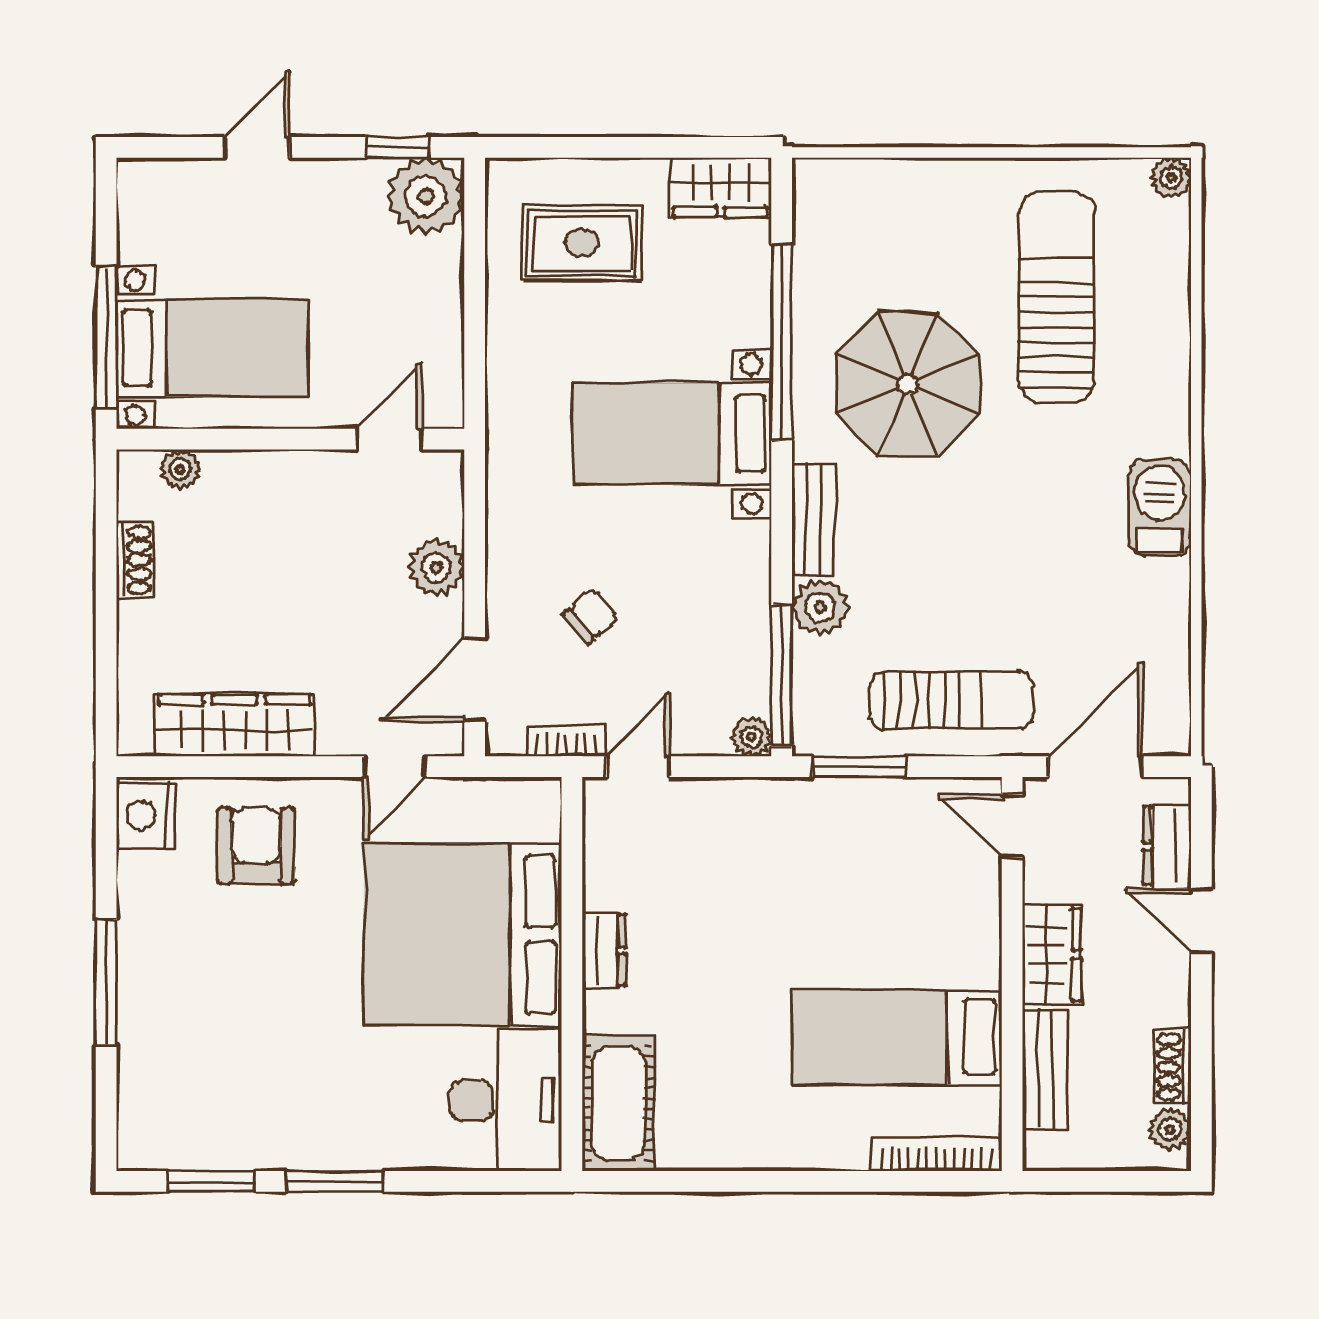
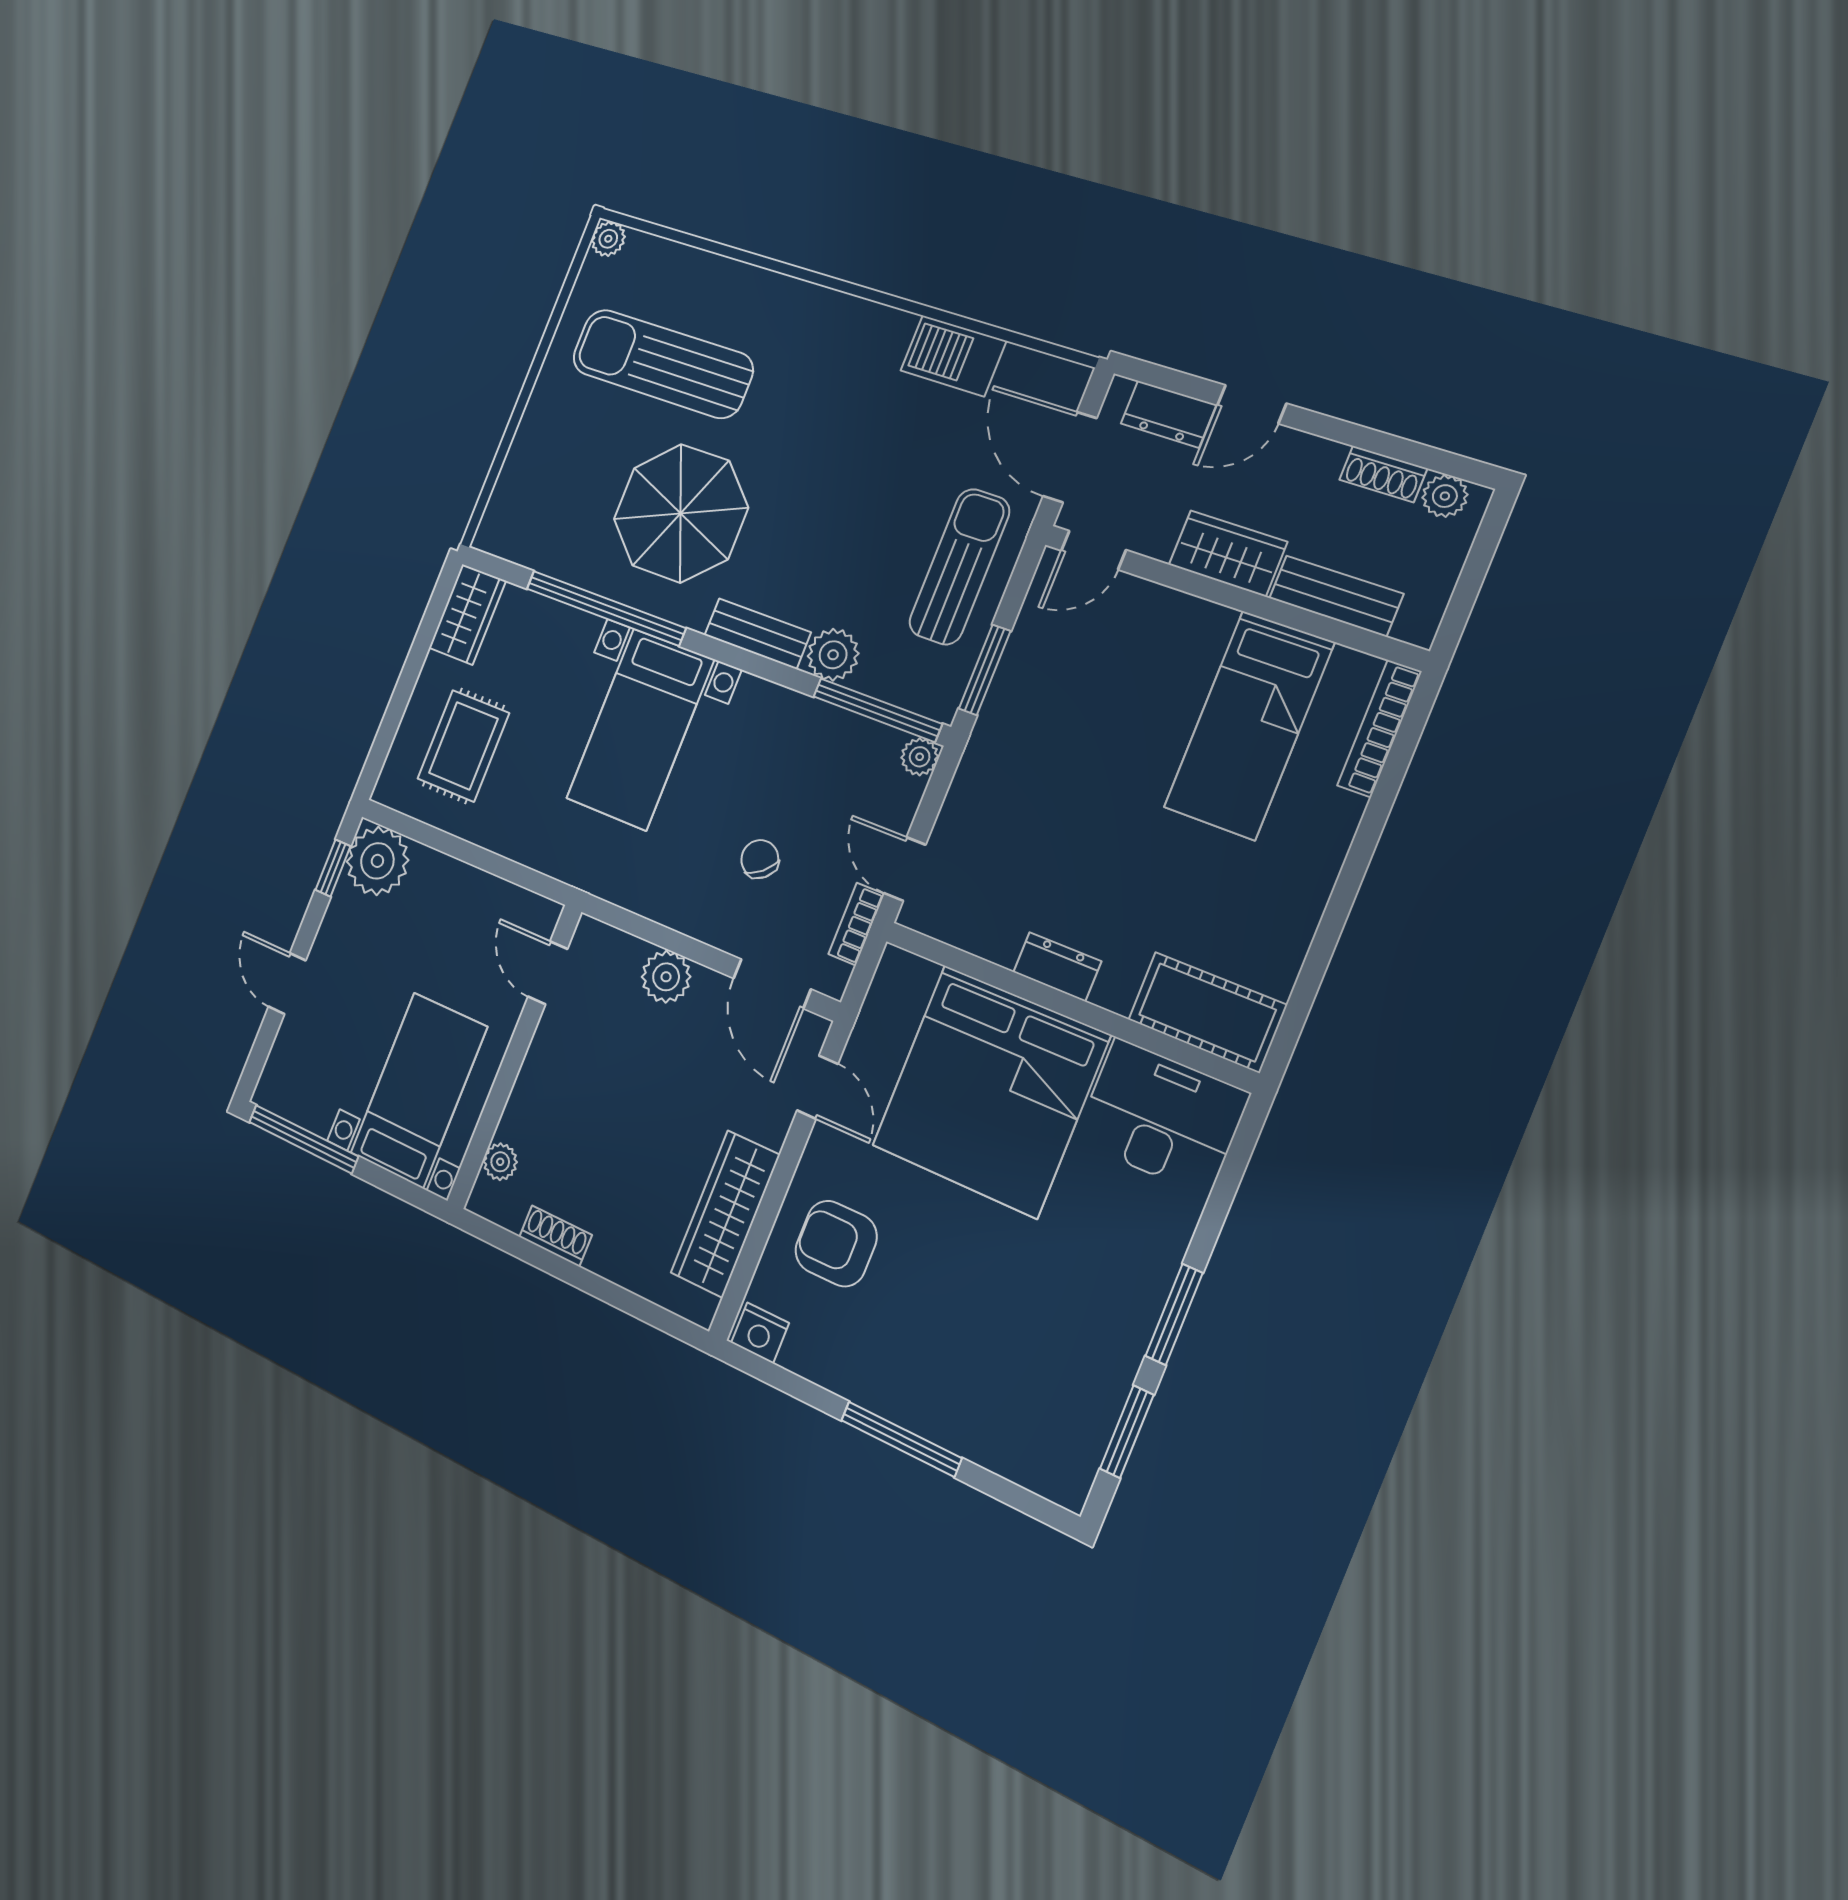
window: (106, 337) -> (303, 1139), moved
barbecue: (1160, 508) -> (953, 356), moved
nightstand: (146, 816) -> (760, 1333), width x0.74, depth x0.75

